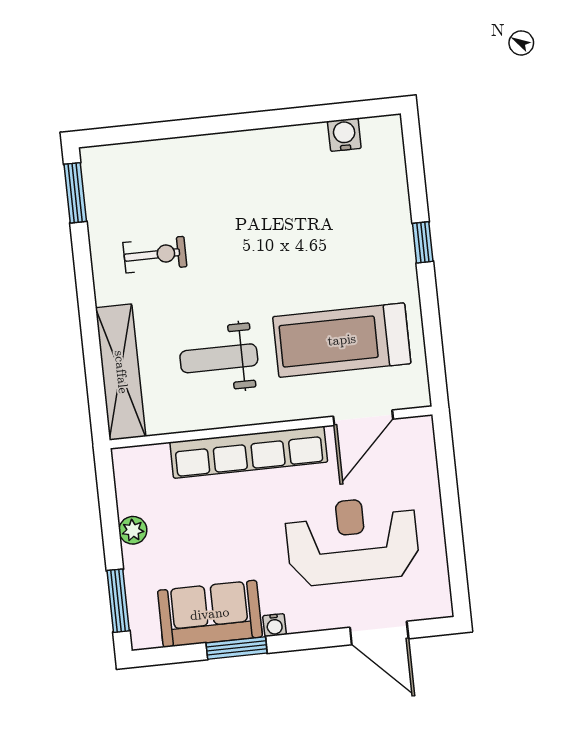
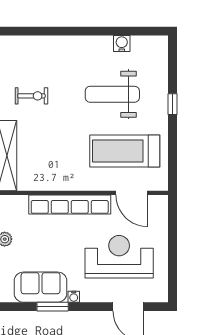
water cooler: (344, 135) -> (122, 43), moved
weight bench: (219, 358) -> (112, 94), moved, width x1.36, depth x1.33
door: (363, 418) -> (132, 193), hinge flipped

